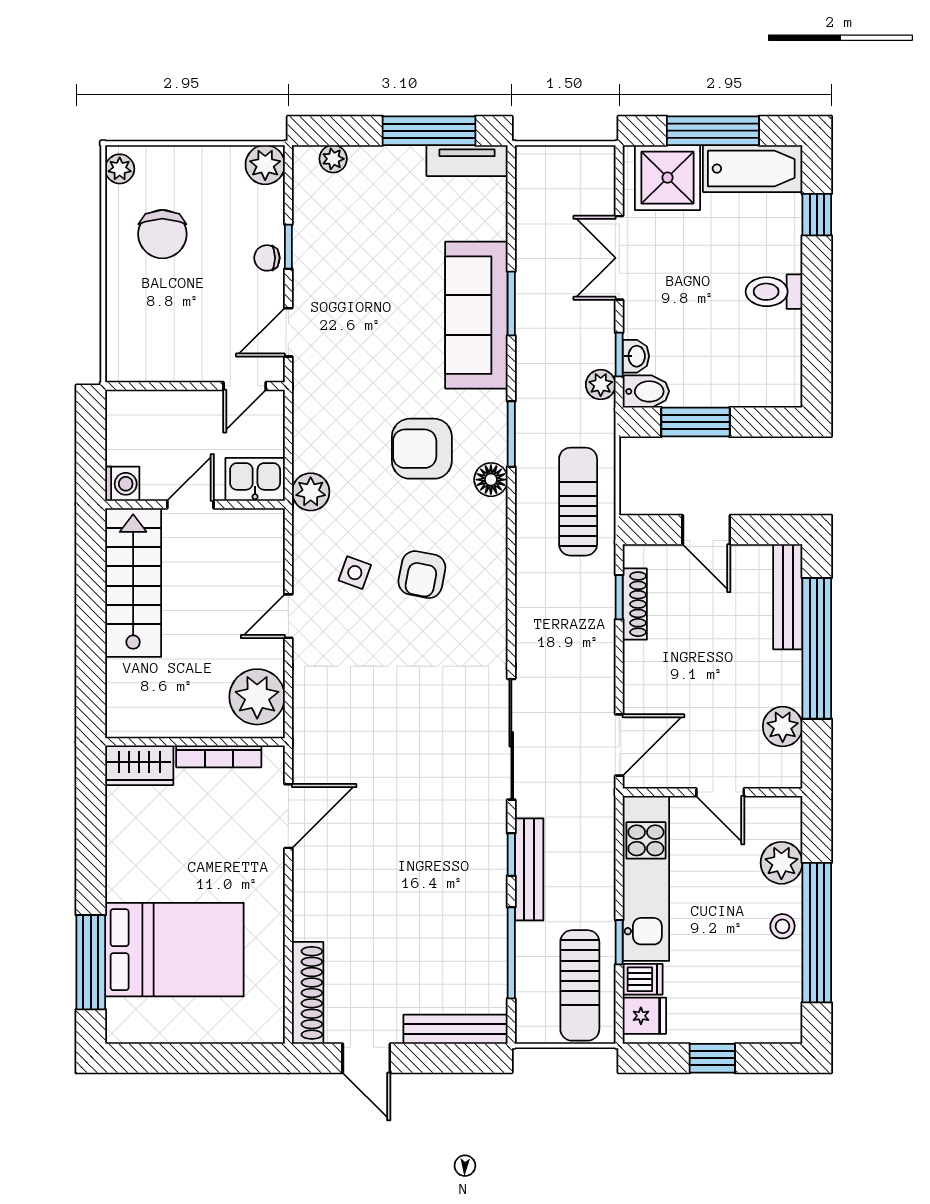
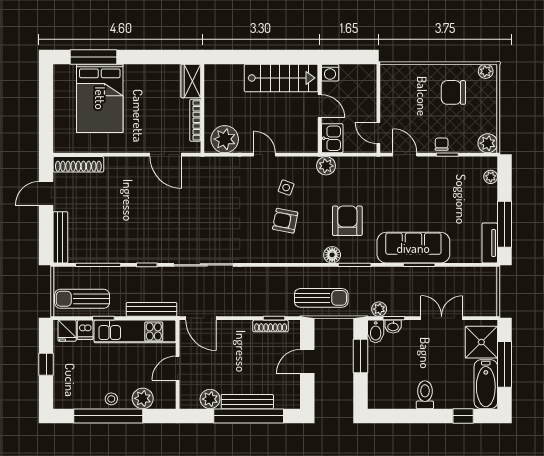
bench: (788, 597) -> (247, 402), moved
bench: (529, 869) -> (151, 309), moved

